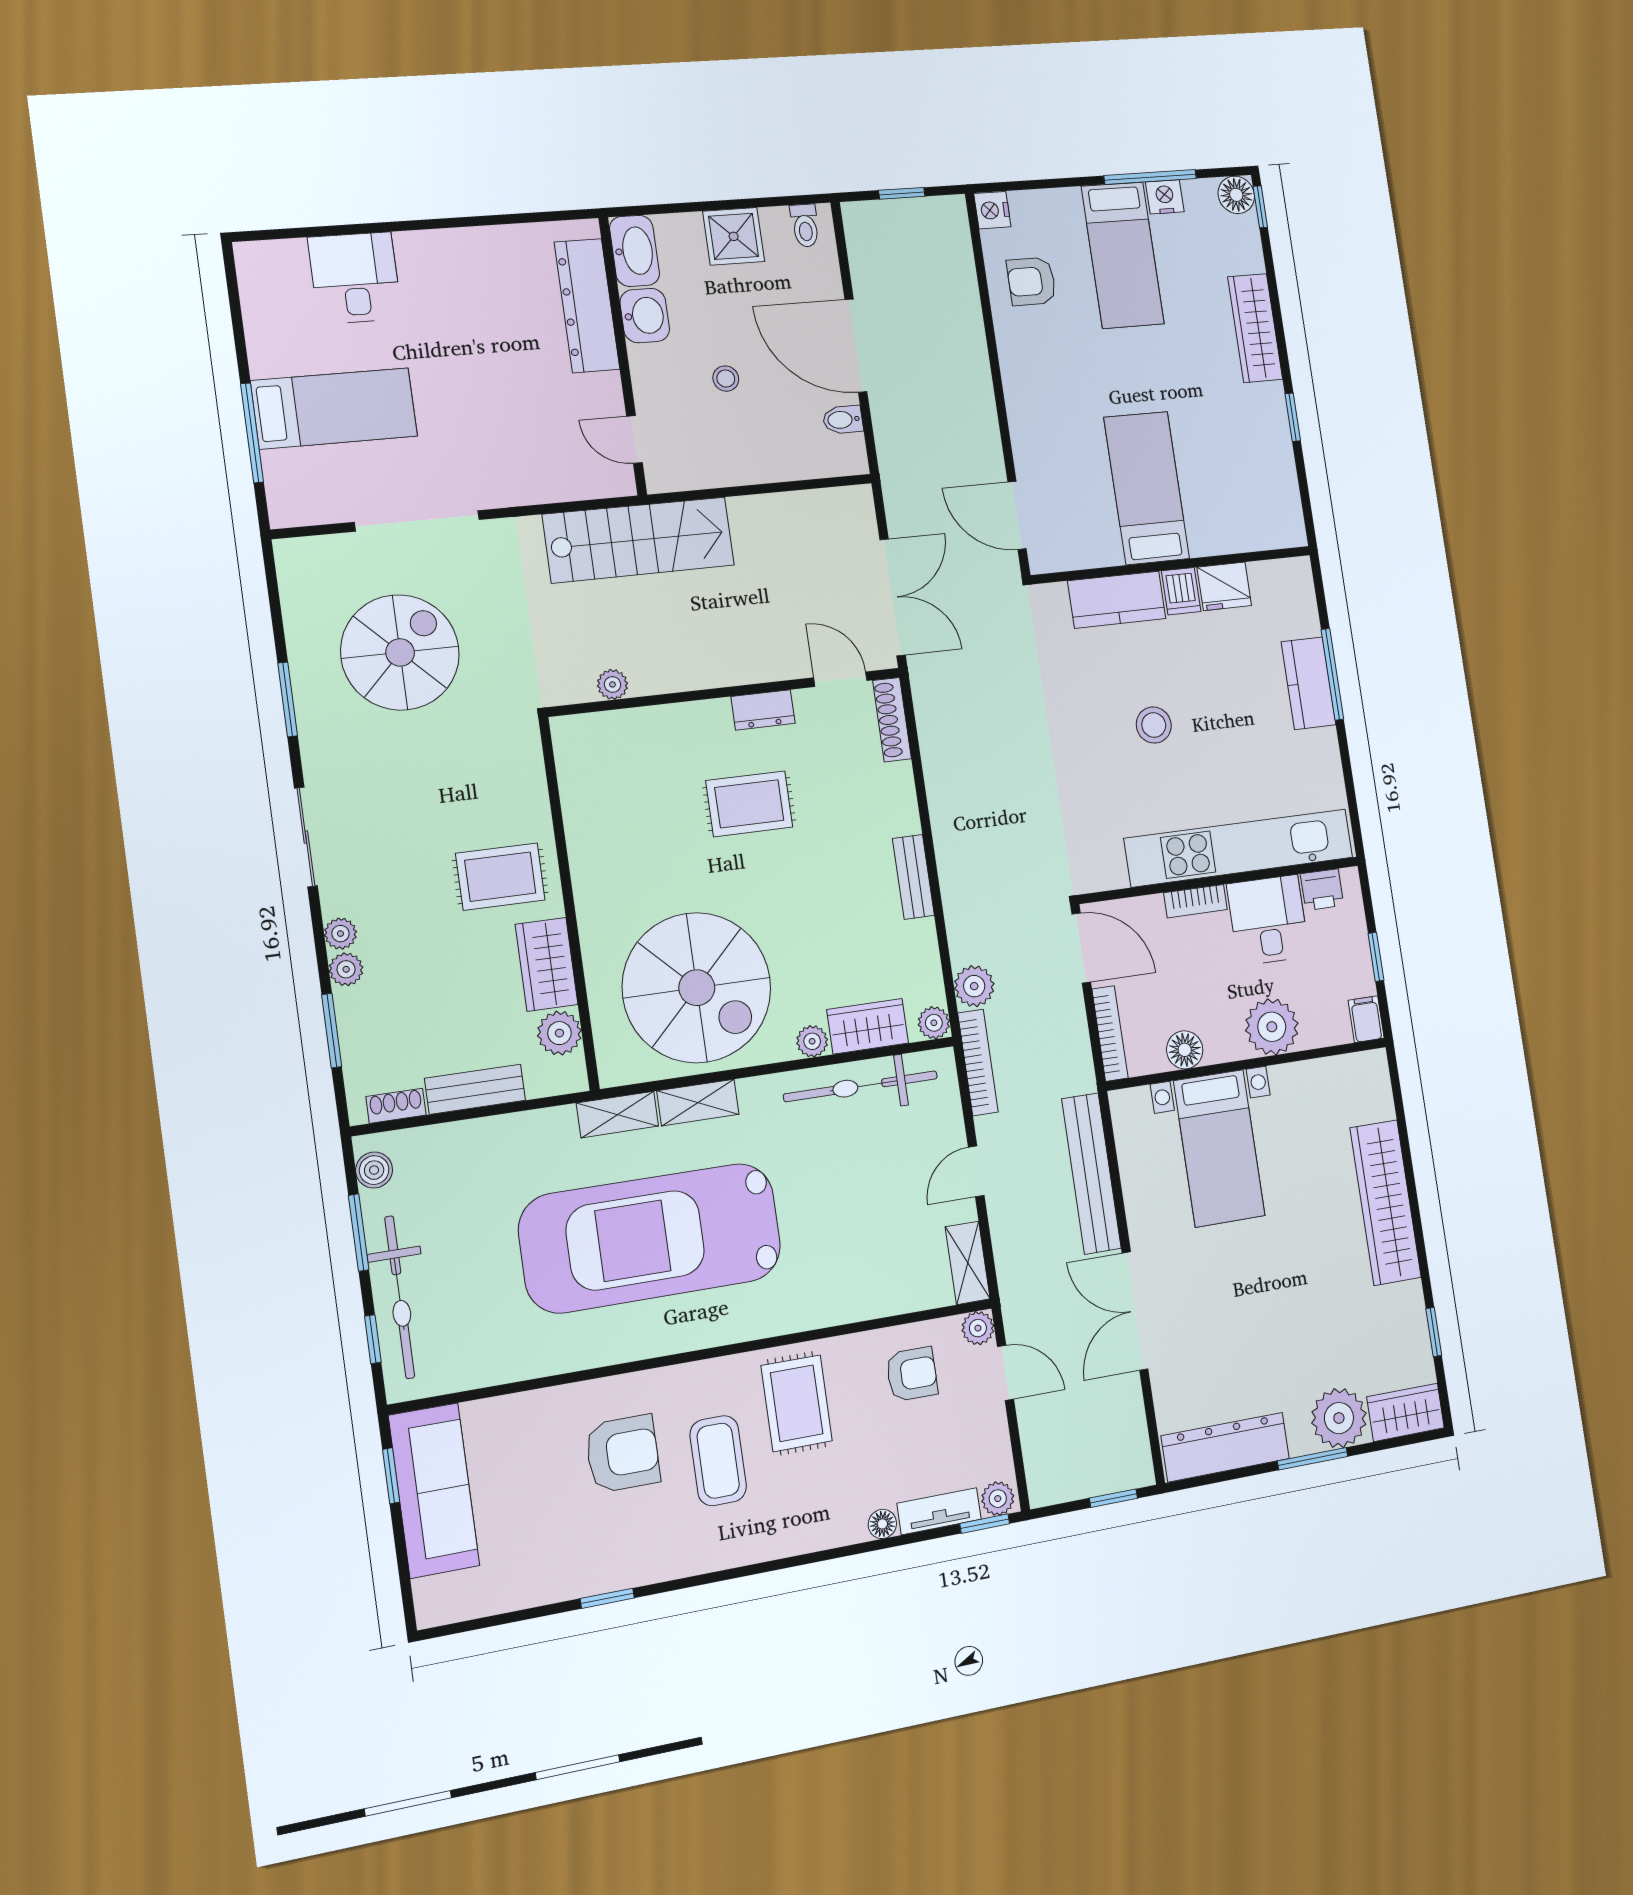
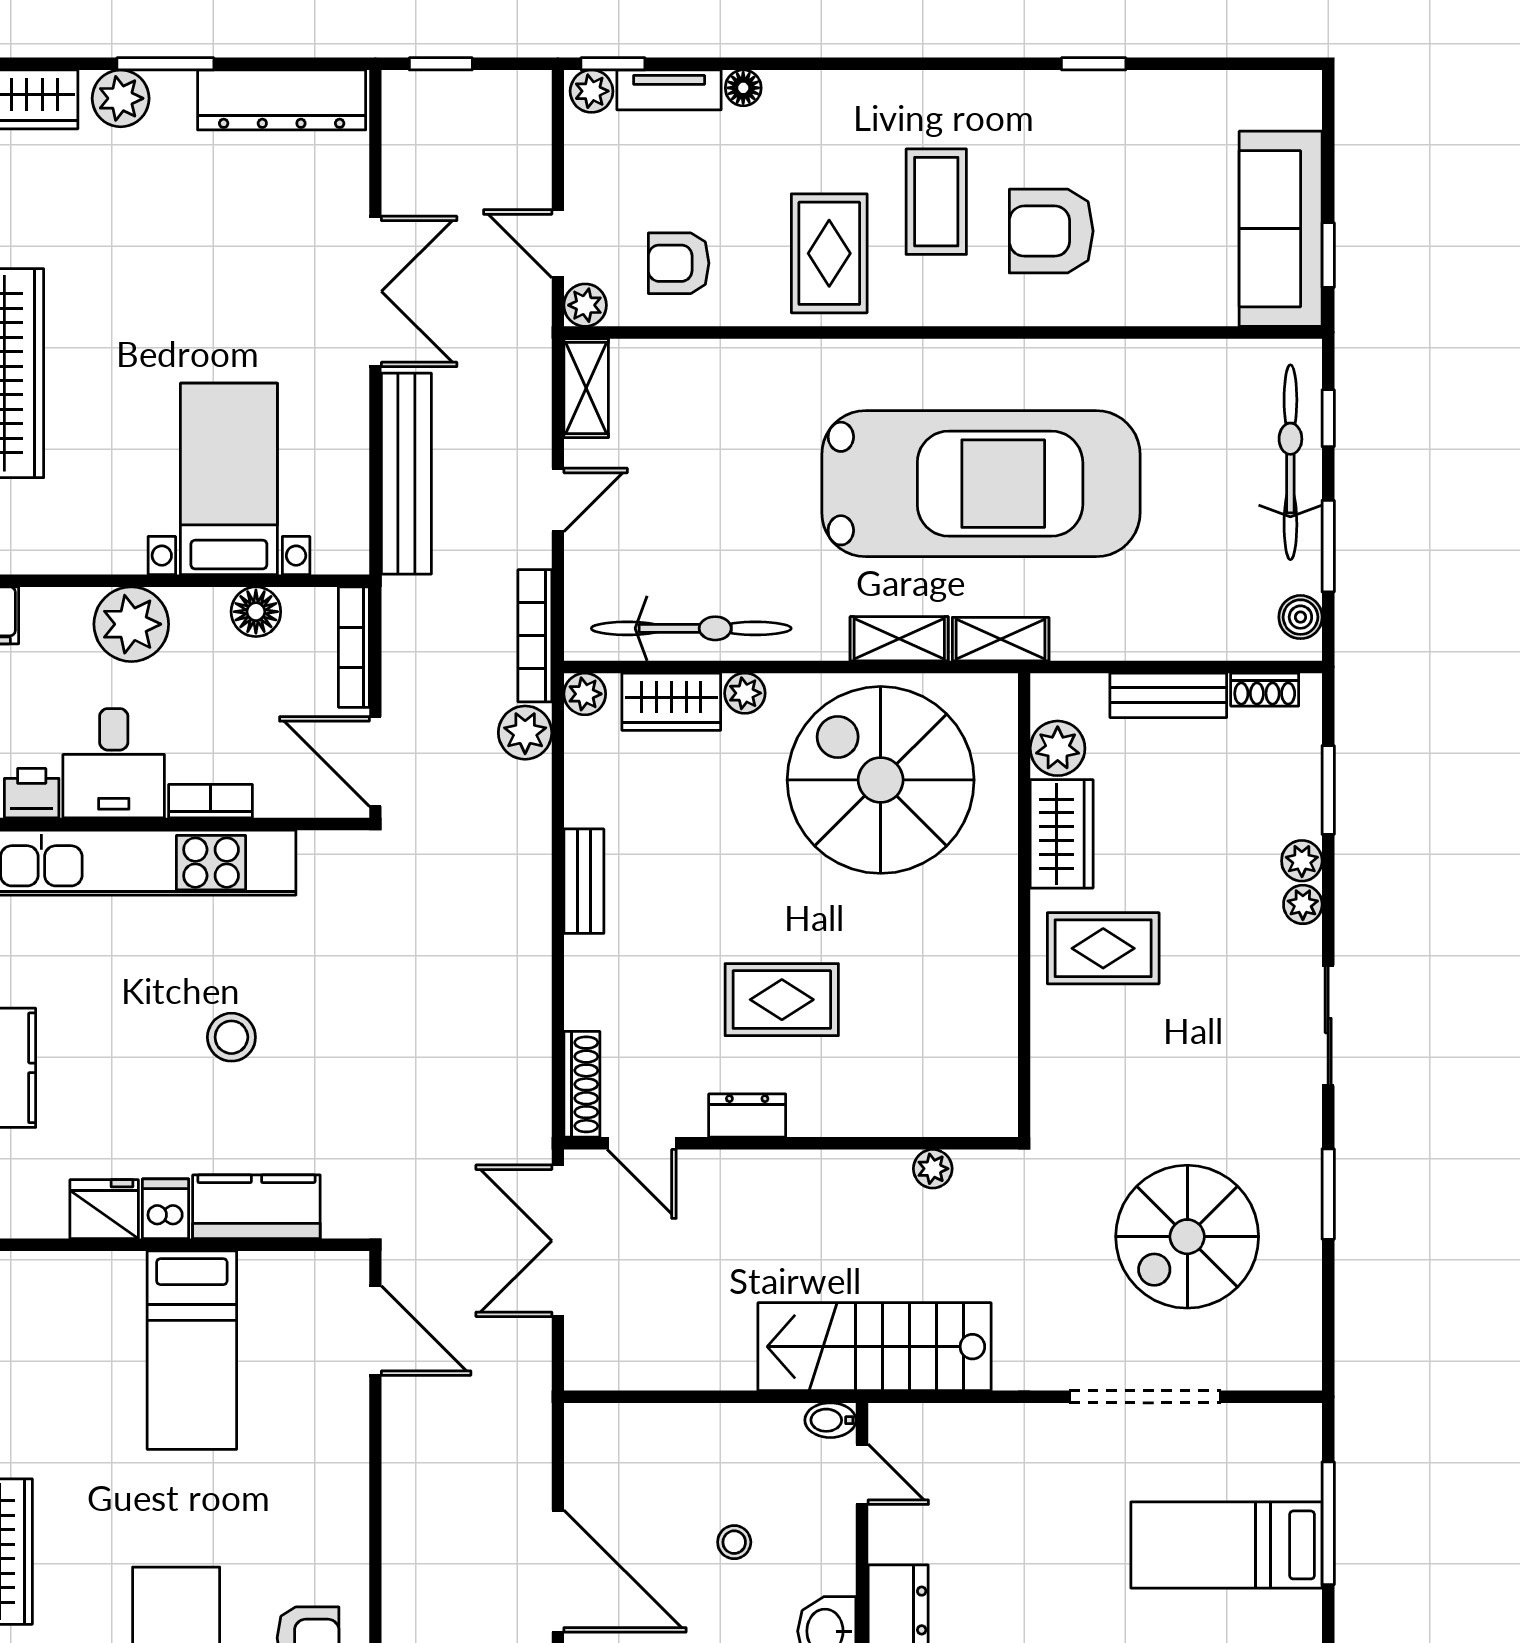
bidet: (843, 420) -> (830, 1420), moved, turned 180
plant: (1339, 1418) -> (121, 98), width x0.73, depth x0.73

